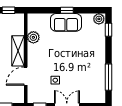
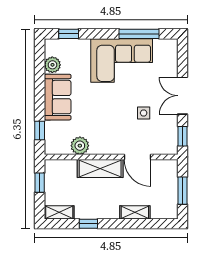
window: (67, 10) -> (40, 130), moved
plant: (99, 19) -> (52, 65), moved
corner sofa: (91, 65) -> (122, 61), added

